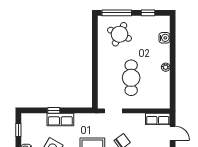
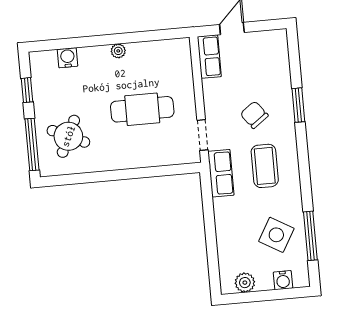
window: (54, 110) -> (211, 238), removed
row of seats: (60, 119) -> (221, 173), moved
plant: (27, 127) -> (245, 283), added
window: (18, 130) -> (251, 297), removed

